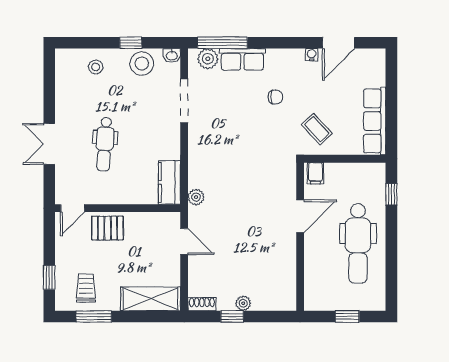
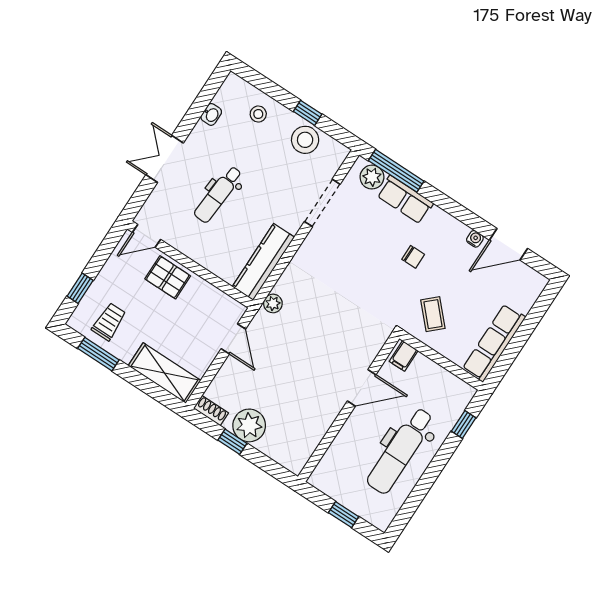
washbasin: (172, 55) -> (211, 114), moved, turned -90
kitchen counter: (169, 182) -> (263, 262), width x1.50
plant: (243, 303) -> (249, 425), width x1.88, depth x1.88

